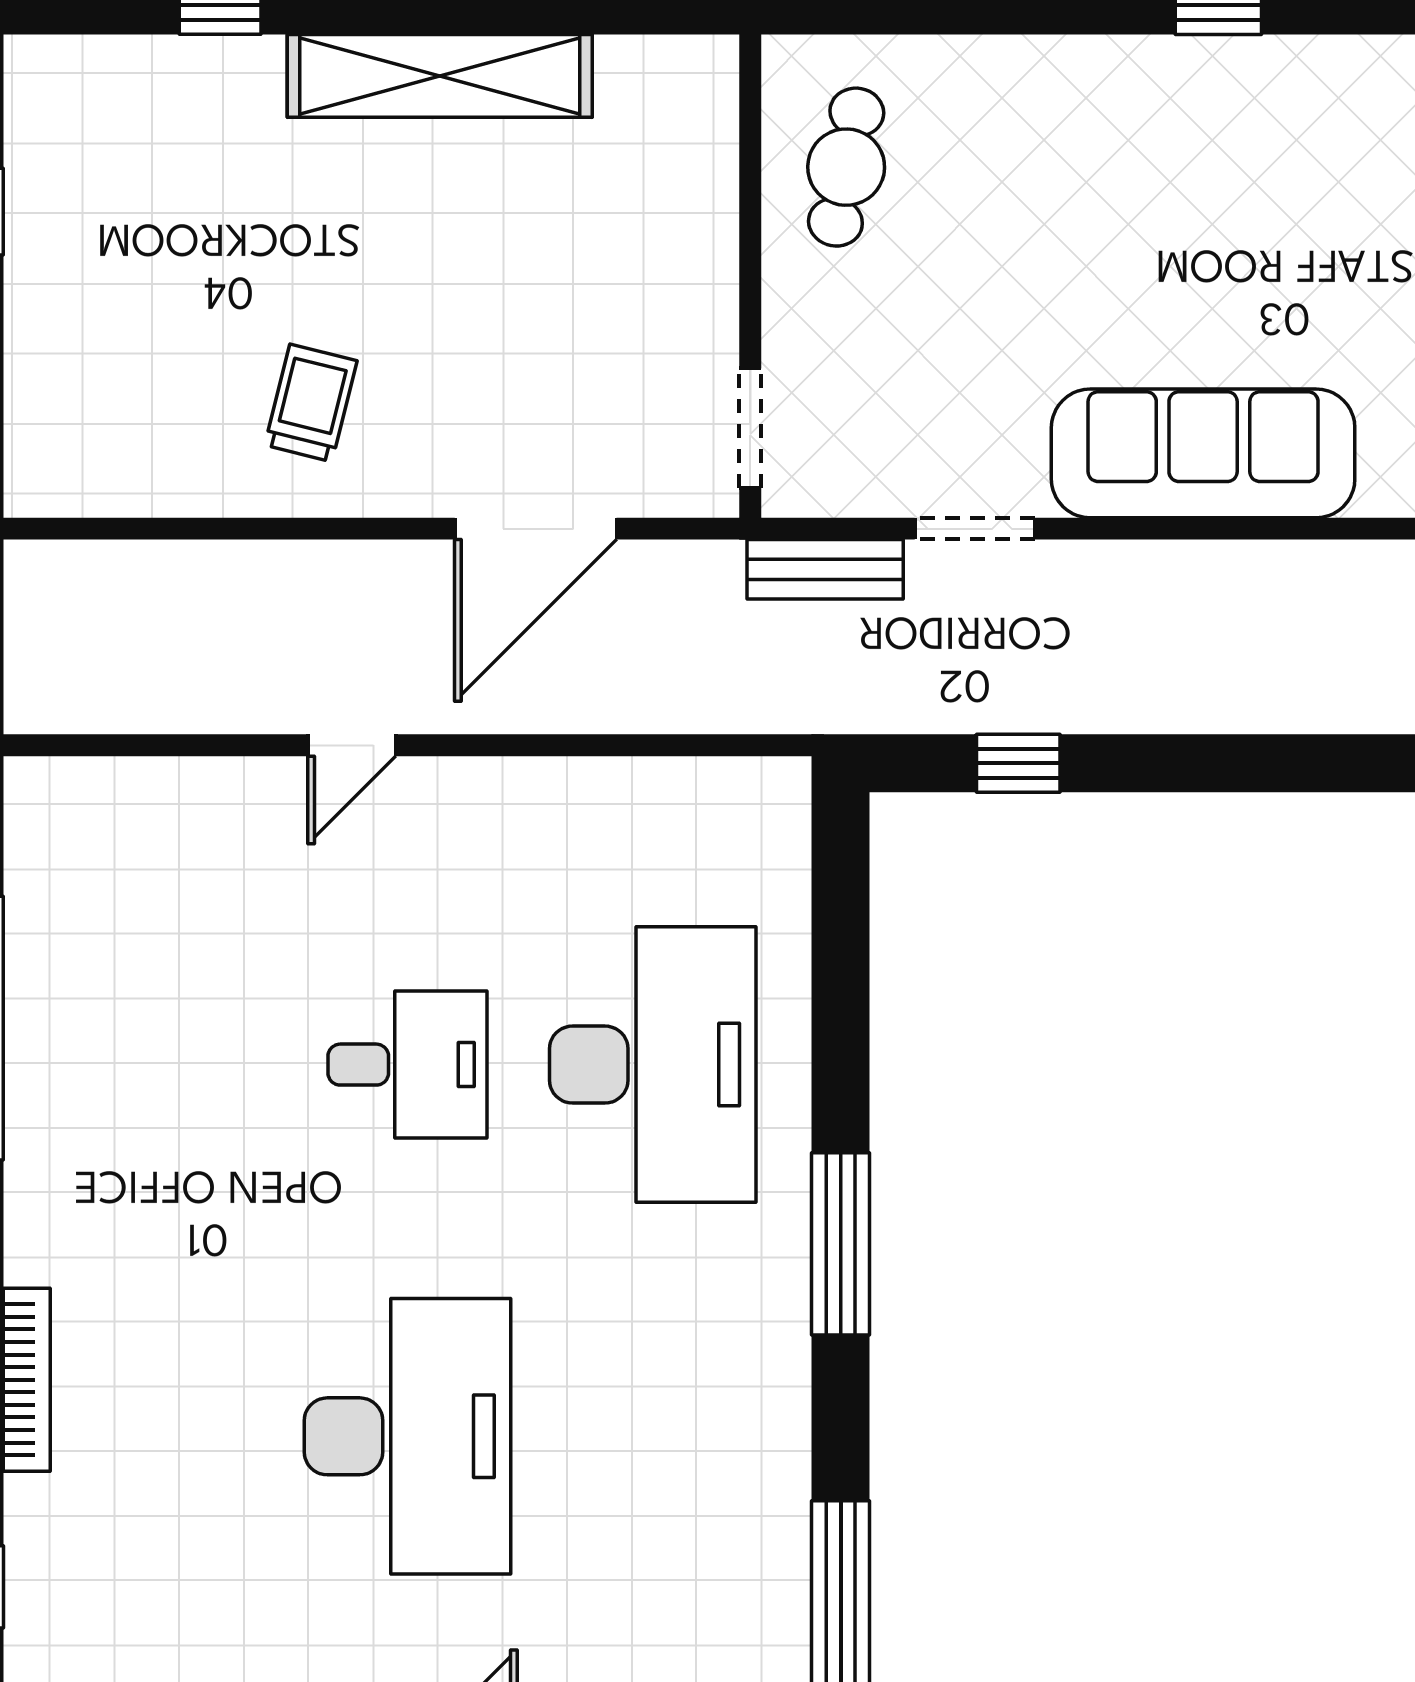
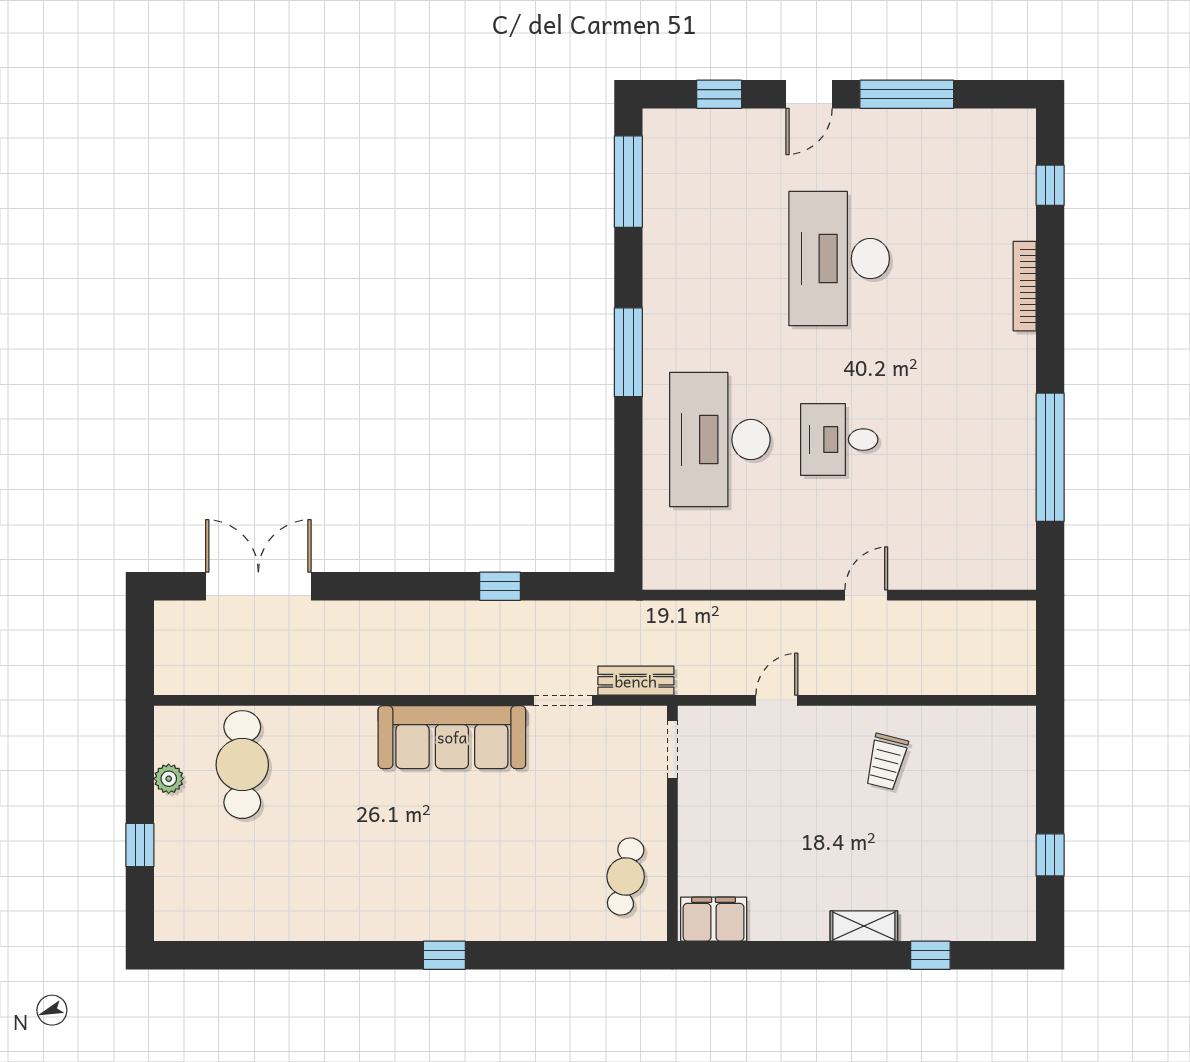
shelving: (440, 76) -> (864, 926), width x0.45, depth x0.75
filing cabinet: (666, 79) -> (714, 919), added
door: (536, 529) -> (777, 700), width x0.53
window: (1018, 763) -> (500, 586), moved

